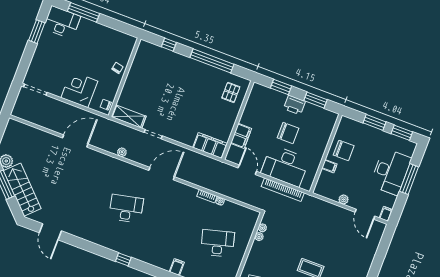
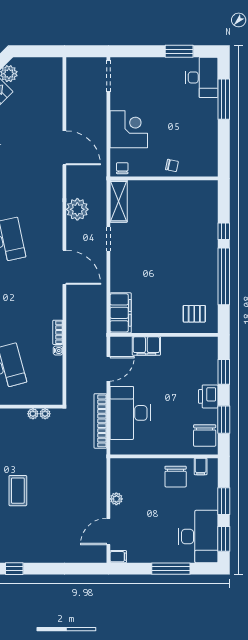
window: (169, 45) -> (224, 231), moved
chair: (288, 133) -> (205, 435), moved
plant: (122, 152) -> (77, 209), width x1.87, depth x1.87
filing cabinet: (329, 166) -> (201, 466), moved
desk: (391, 172) -> (198, 537), moved, turned -90

